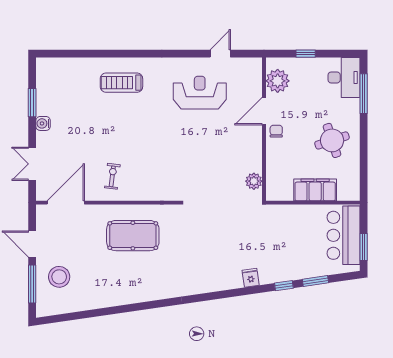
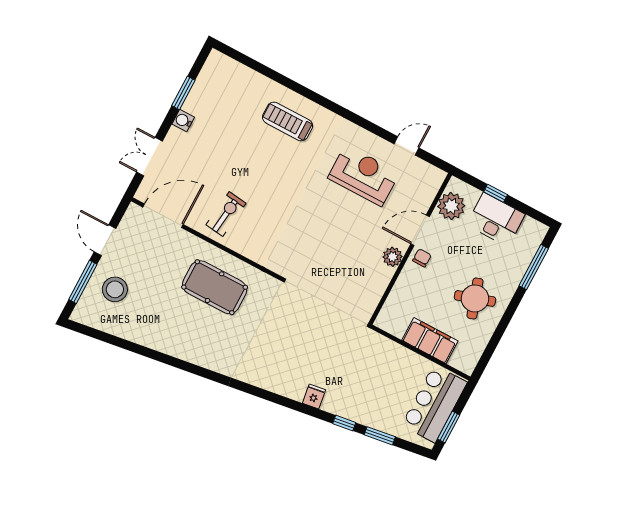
desk: (344, 77) -> (496, 220), moved, turned -90
exercise bike: (112, 176) -> (226, 214), width x1.38, depth x1.39
plant: (254, 181) -> (393, 257), moved

